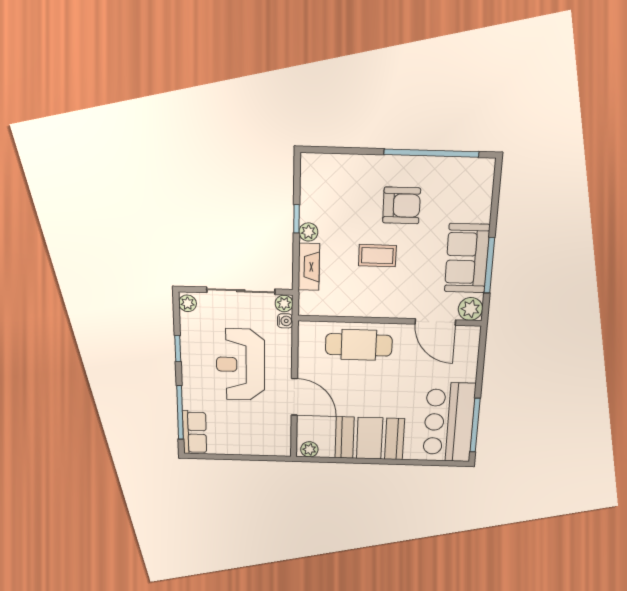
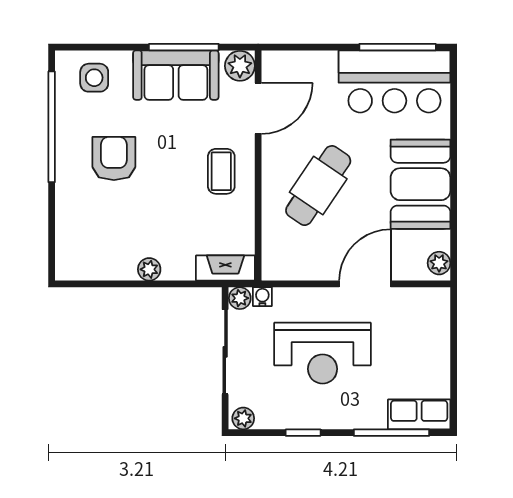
side table: (470, 191) -> (94, 78), added
window: (297, 219) -> (134, 284), removed
coffee table: (377, 256) -> (221, 171), moved
fireplace: (309, 267) -> (225, 268), moved
cafe table: (359, 345) -> (318, 186), moved, turned 34

